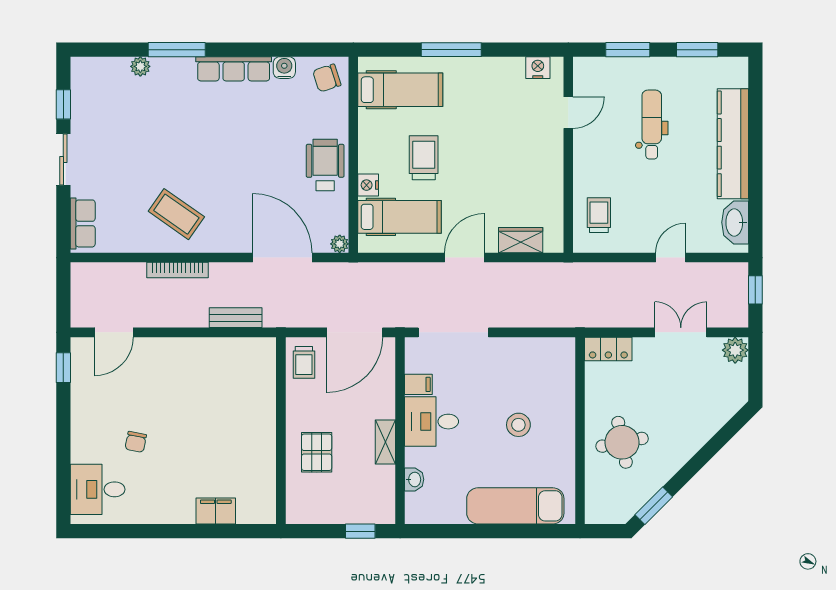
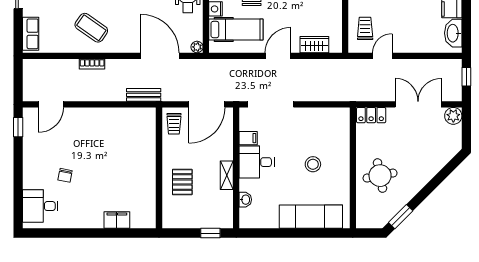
door: (671, 258) -> (382, 56), moved
bookcase: (178, 270) -> (92, 64), width x0.64
bench: (236, 318) -> (144, 95), moved
double door: (681, 332) -> (418, 104), width x1.37

